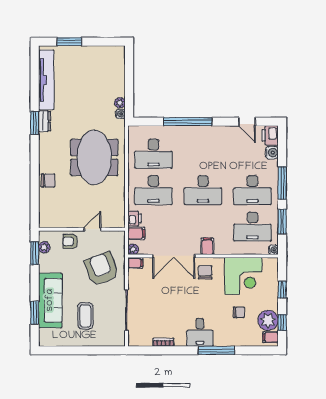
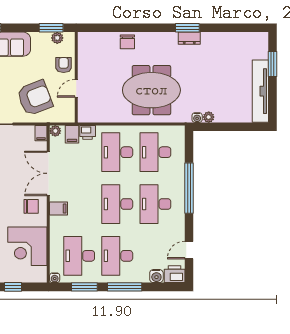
tv unit: (46, 80) -> (260, 91), moved, turned 90
desk: (203, 154) -> (155, 204), added
door: (93, 229) -> (76, 88), swing flipped

